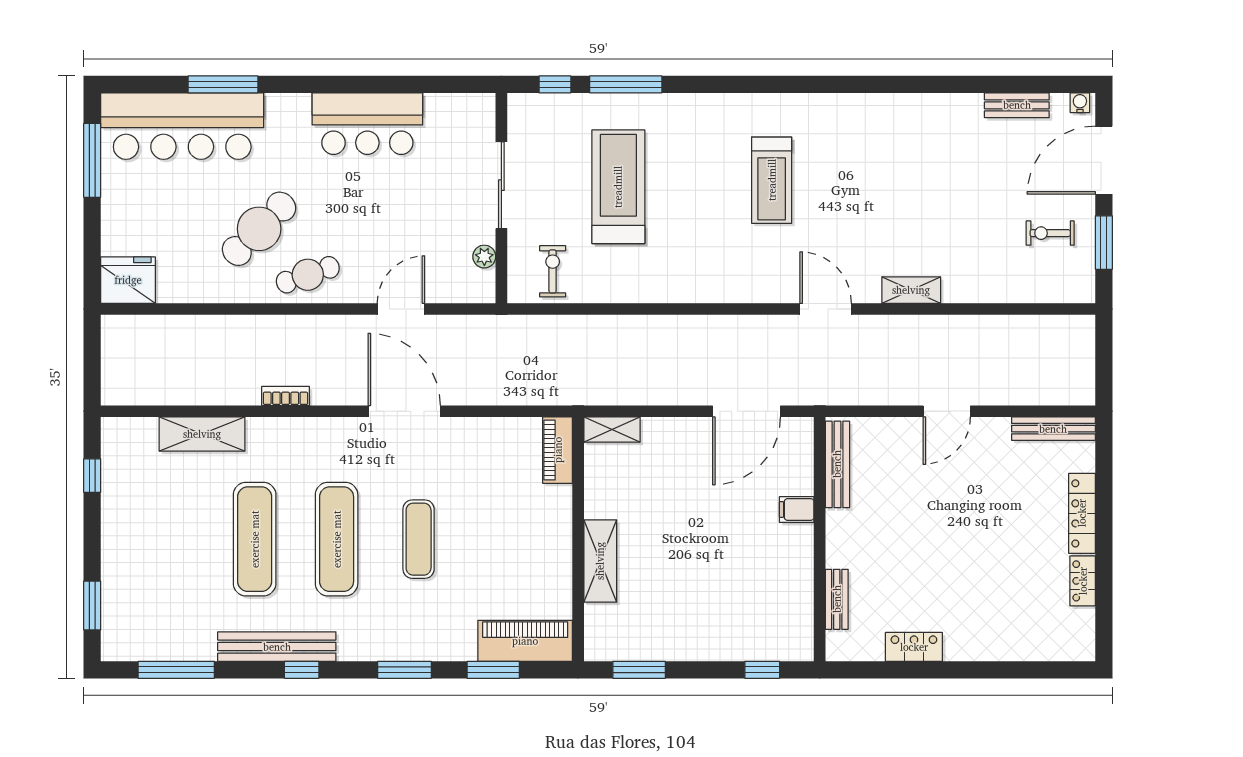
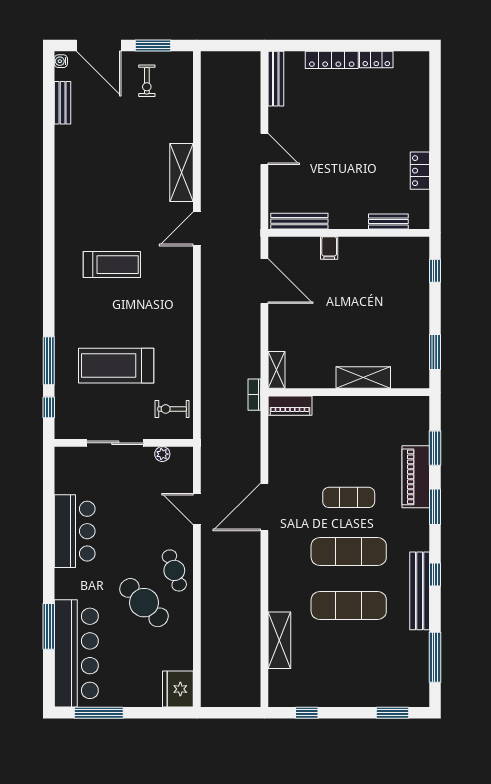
shelving: (911, 290) -> (181, 172), width x1.50, depth x1.33
bookcase: (286, 396) -> (254, 395), moved
piano: (525, 641) -> (416, 477), moved

